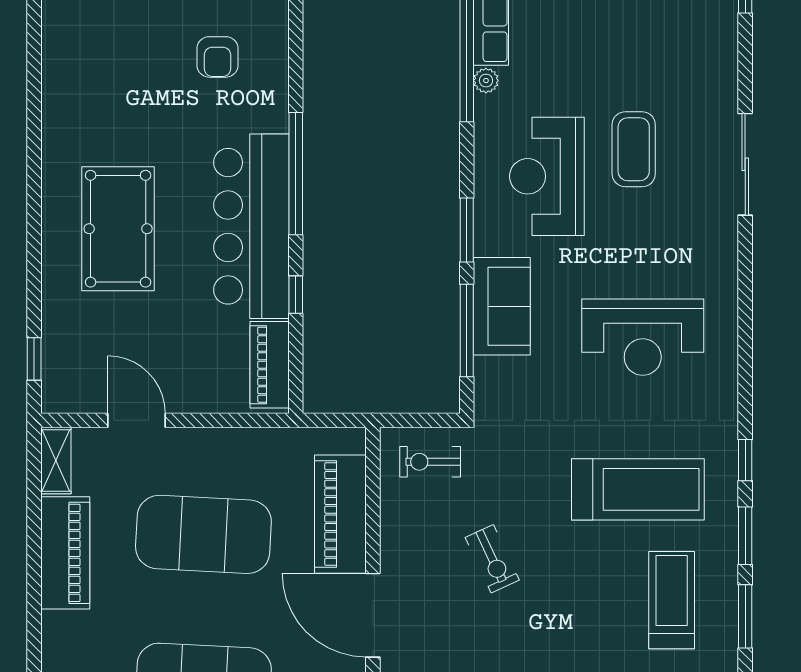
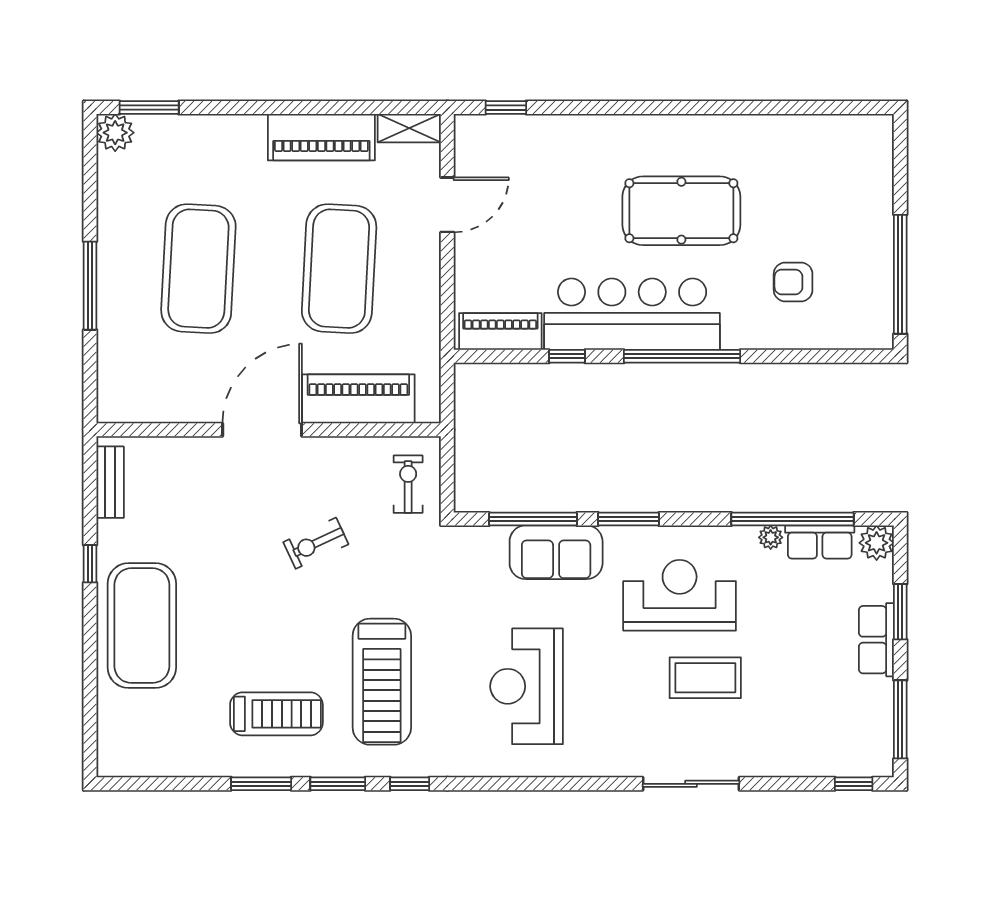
pool table: (118, 229) -> (681, 211), moved

